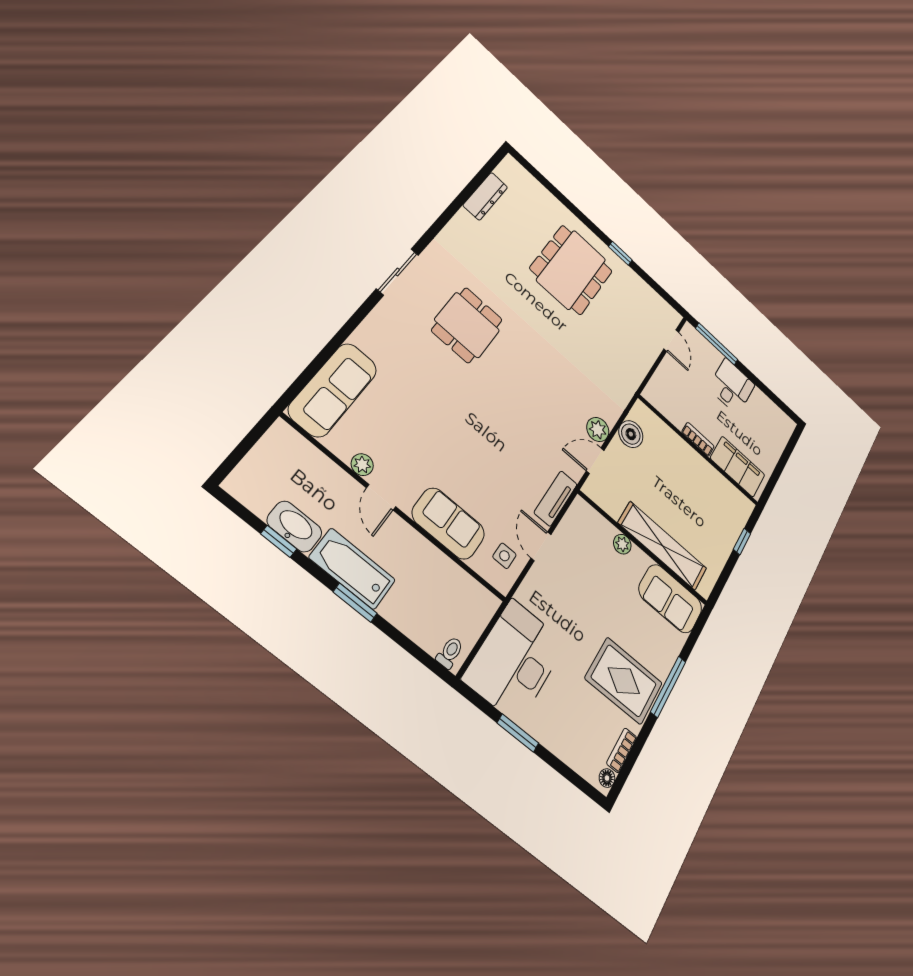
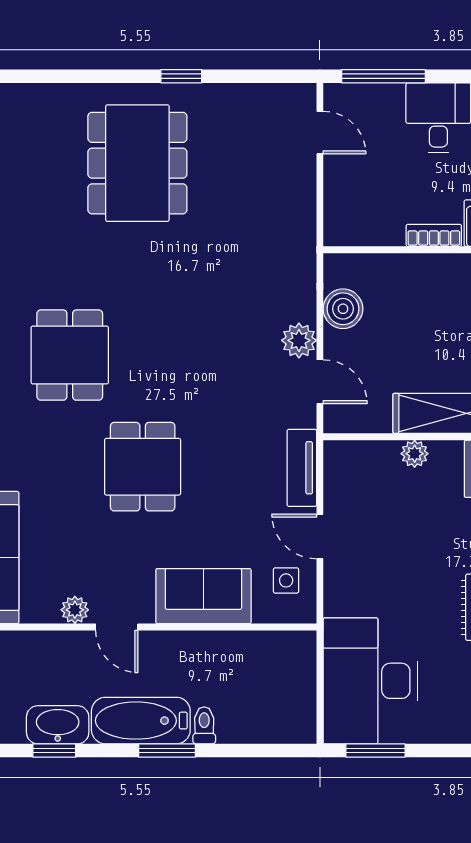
dining table: (465, 419) -> (143, 467), added
door: (595, 461) -> (320, 382), swing flipped
toilet: (450, 652) -> (204, 725), moved
window: (518, 733) -> (375, 751), moved

